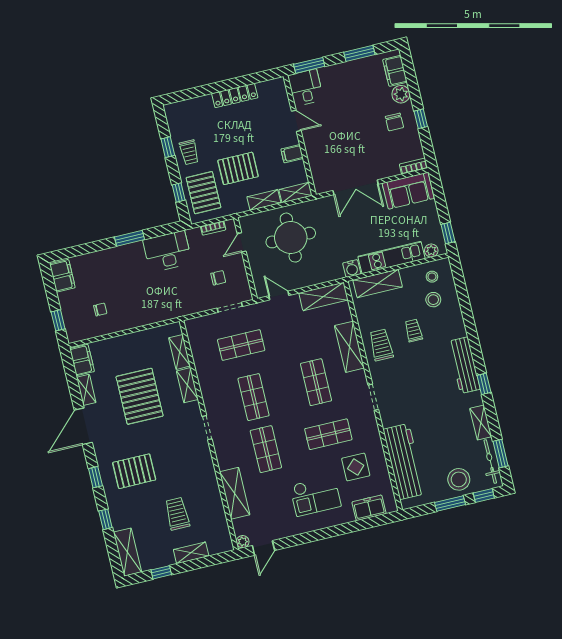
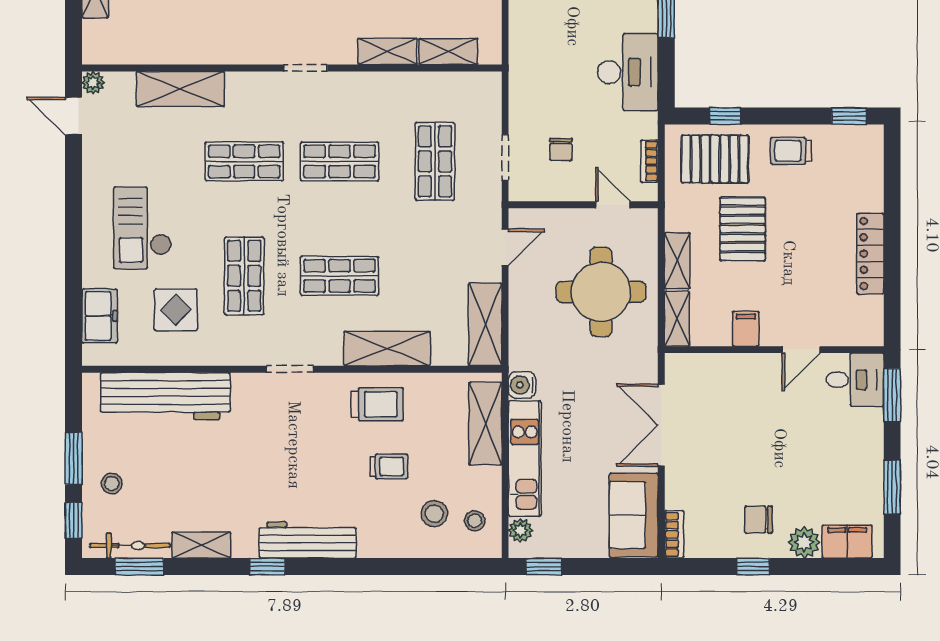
window: (168, 147) -> (849, 116), moved
stool: (459, 479) -> (112, 483), width x0.53, depth x0.53

